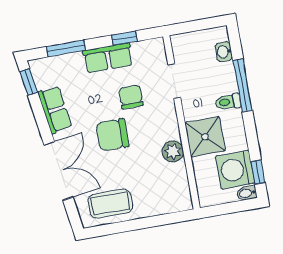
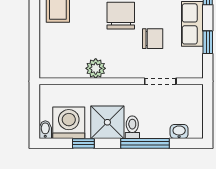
shower: (205, 137) -> (107, 122), moved
window: (258, 172) -> (83, 143), moved

